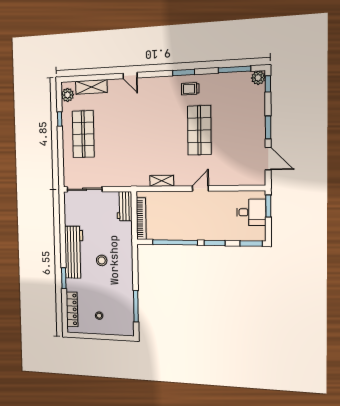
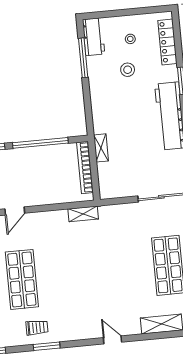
shelving: (162, 181) -> (83, 214), moved
workbench: (124, 206) -> (94, 37), moved
shelving: (128, 233) -> (101, 148), added
stool: (102, 260) -> (128, 70), moved

